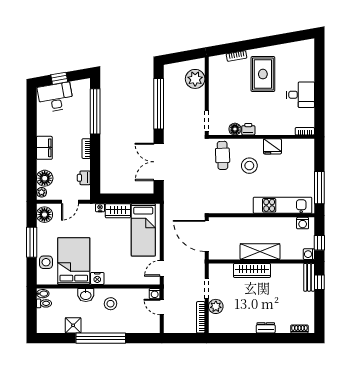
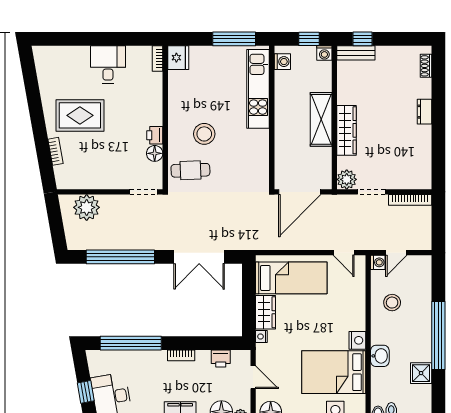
fridge: (272, 146) -> (178, 58), moved
stool: (110, 304) -> (392, 303), moved
plant: (216, 306) -> (347, 179), moved

